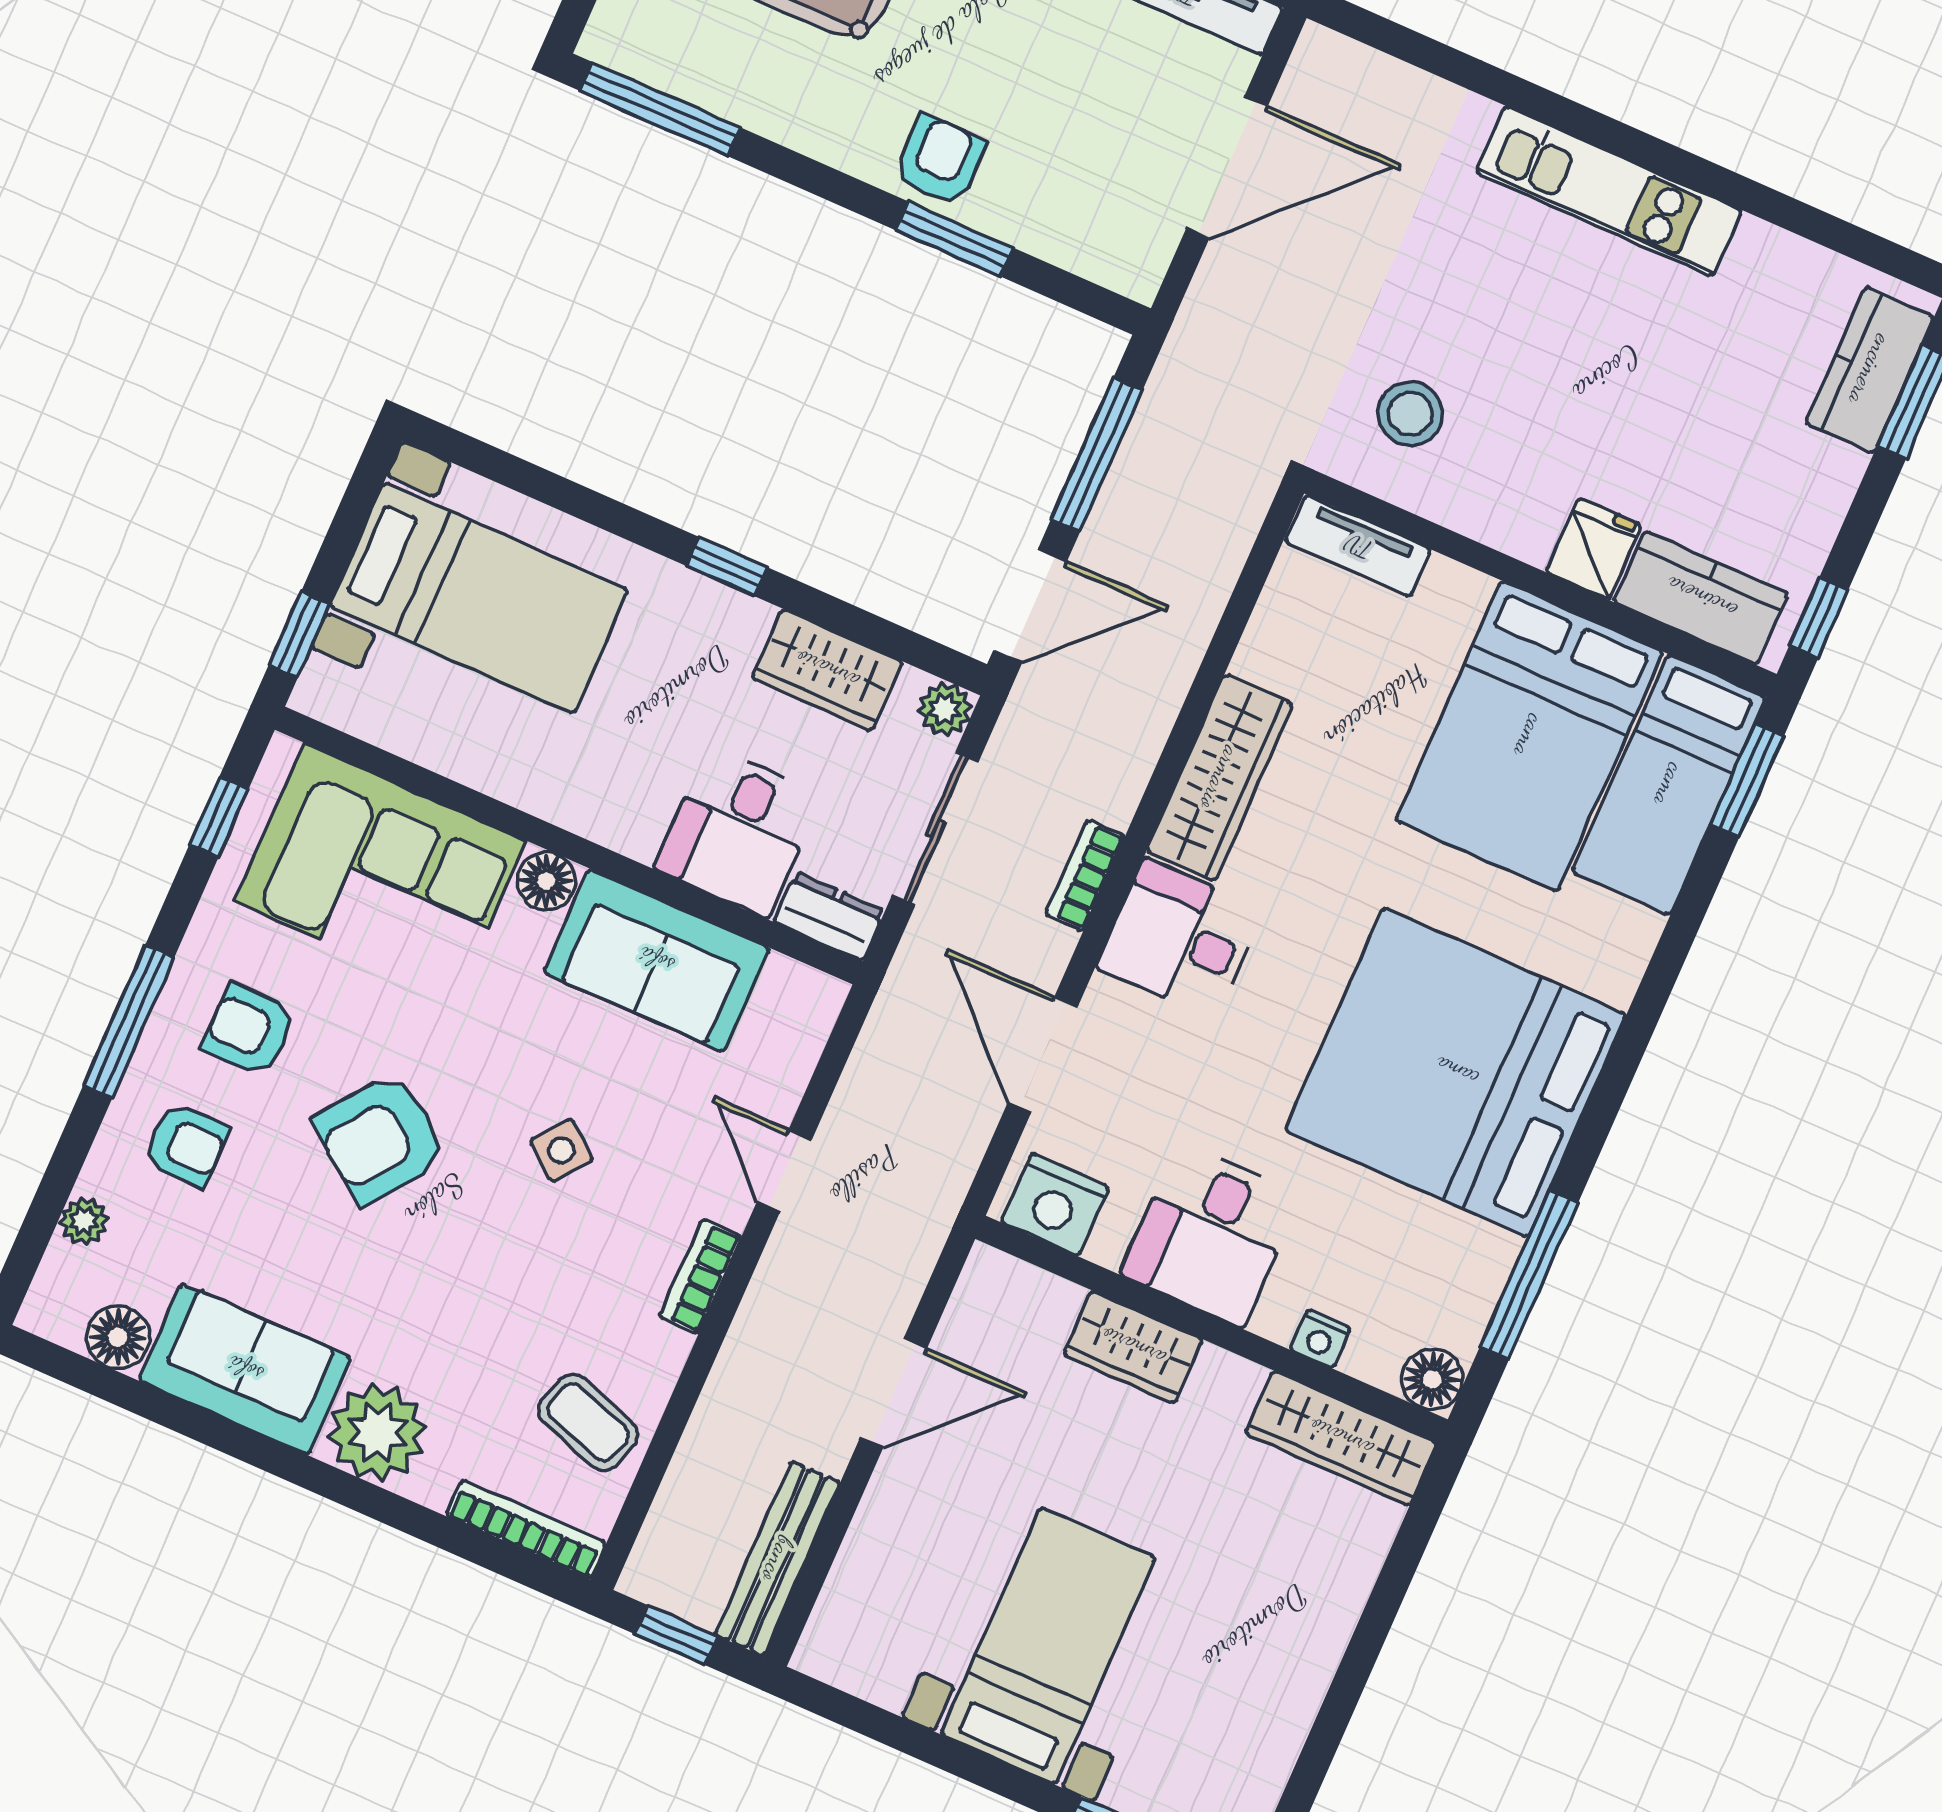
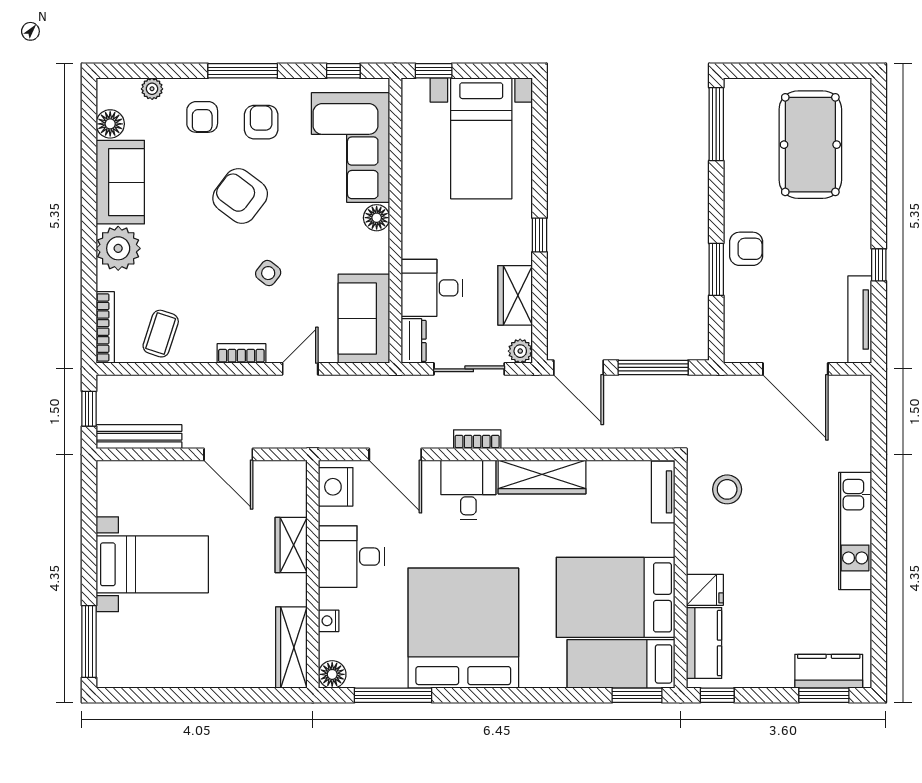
sofa: (656, 960) -> (364, 319), moved
door: (1043, 1055) -> (395, 454), swing flipped

